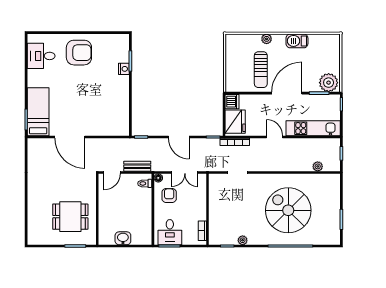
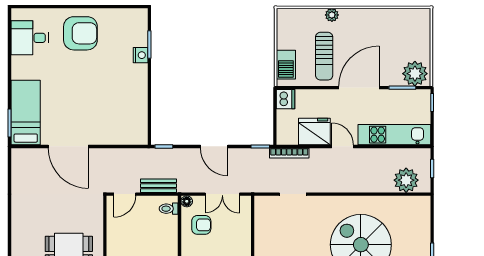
barbecue: (297, 41) -> (286, 65), moved, turned -90
fridge: (235, 122) -> (314, 131), moved, turned -90
plant: (318, 166) -> (406, 180), width x1.88, depth x1.88
armchair: (169, 196) -> (201, 225), turned 90

